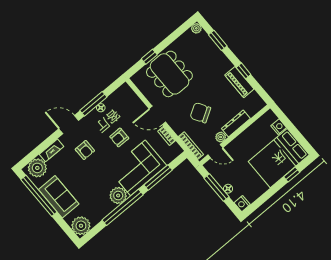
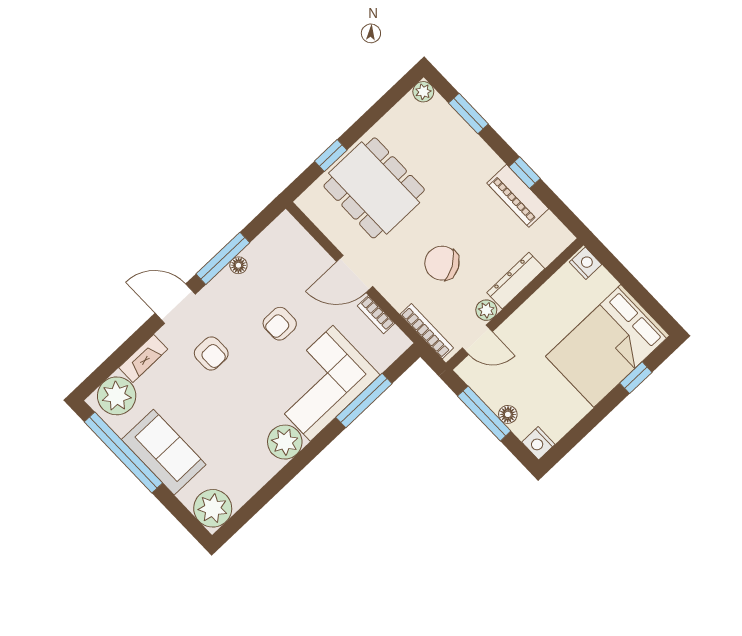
nightstand: (279, 127) -> (586, 263), moved
window: (123, 207) -> (295, 466), removed

